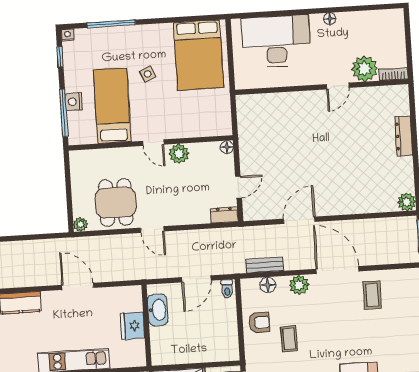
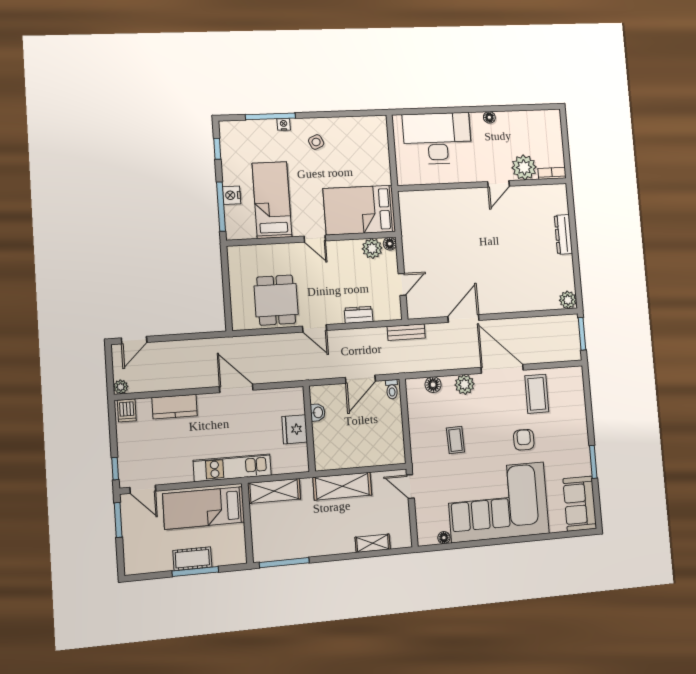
nightstand: (67, 35) -> (284, 124), moved
bed: (199, 55) -> (359, 210), moved, turned 90
side table: (148, 74) -> (316, 142), moved
plant: (179, 154) -> (372, 248), moved
dresser: (224, 215) -> (359, 315), moved
plant: (80, 224) -> (239, 323), removed
bench: (264, 265) -> (406, 332), moved
coffee table: (372, 295) -> (537, 394), width x1.36, depth x1.30
washbasin: (158, 310) -> (318, 412), width x0.52, depth x0.69
armchair: (259, 322) -> (524, 440), moved, turned -90

